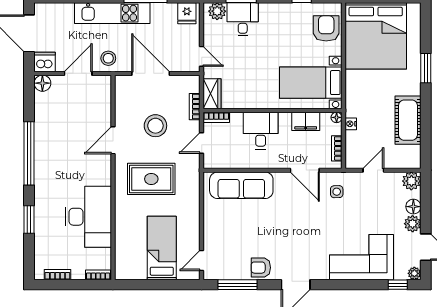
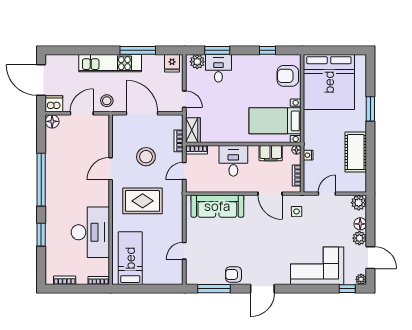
armchair: (326, 28) -> (288, 76), turned -90
bed: (162, 248) -> (130, 258), moved
door: (202, 260) -> (184, 251), moved

